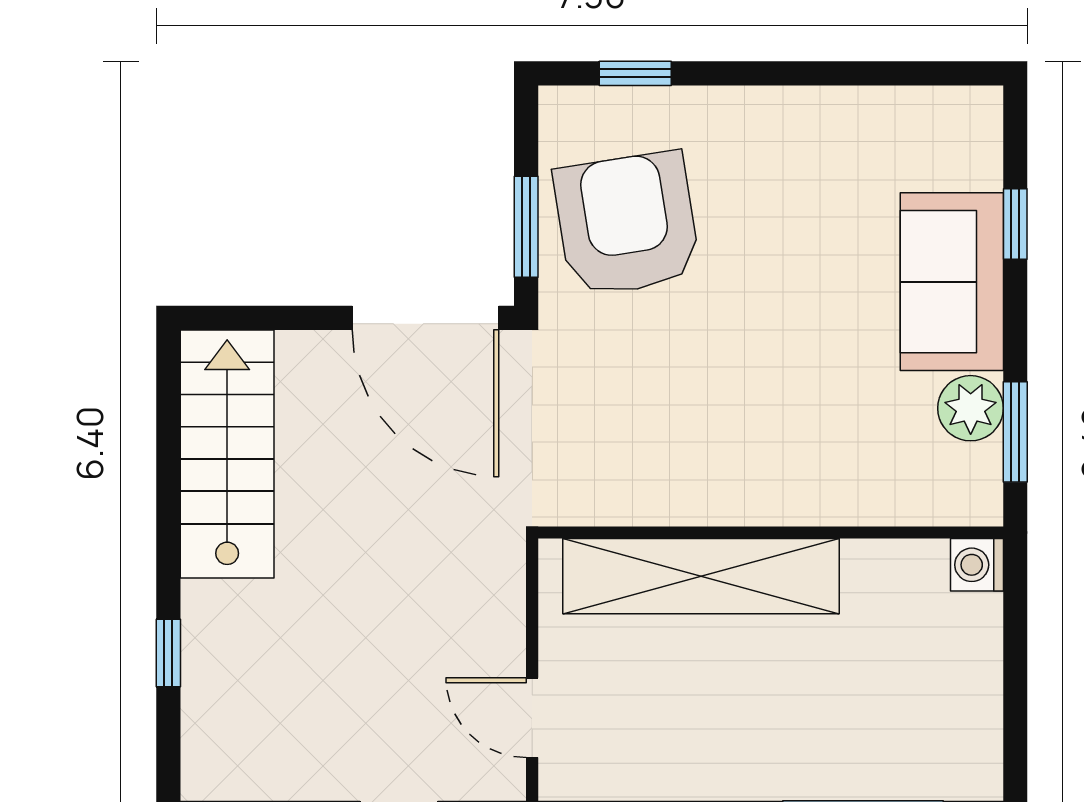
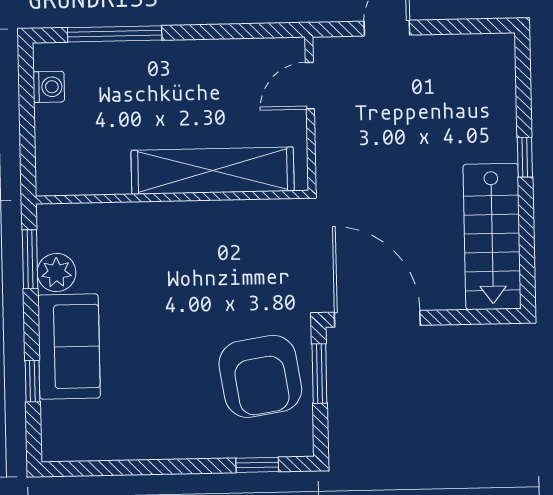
washing machine: (977, 565) -> (49, 87), moved
window: (168, 653) -> (525, 157), moved
door: (532, 718) -> (310, 86), swing flipped

